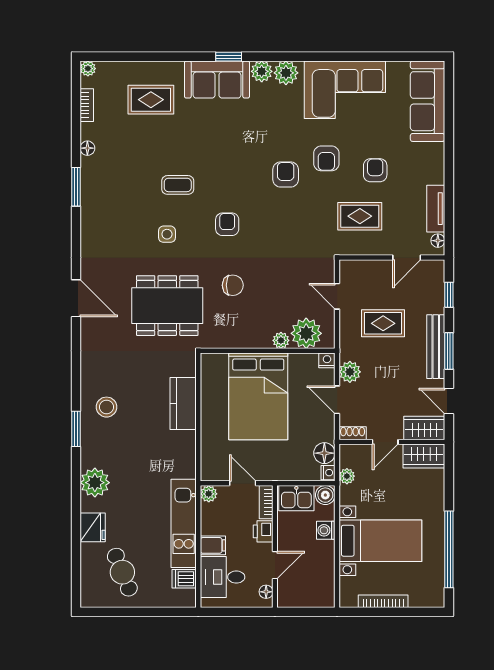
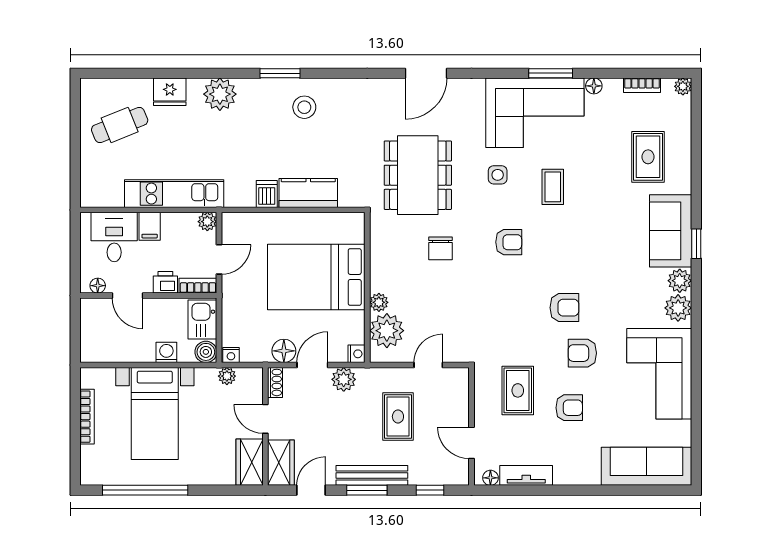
corner sofa: (111, 201) -> (535, 113), added
floor lamp: (324, 453) -> (284, 351), moved
dishwasher: (184, 579) -> (267, 194), moved

